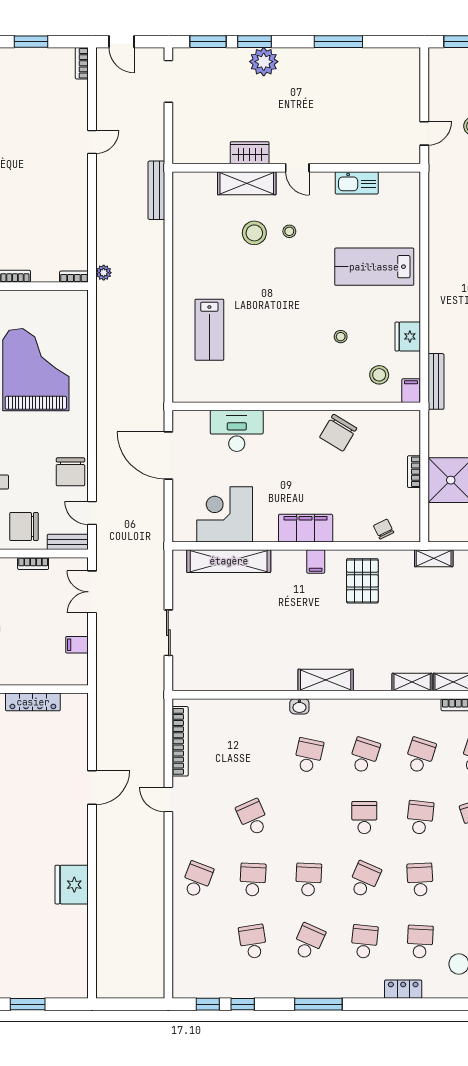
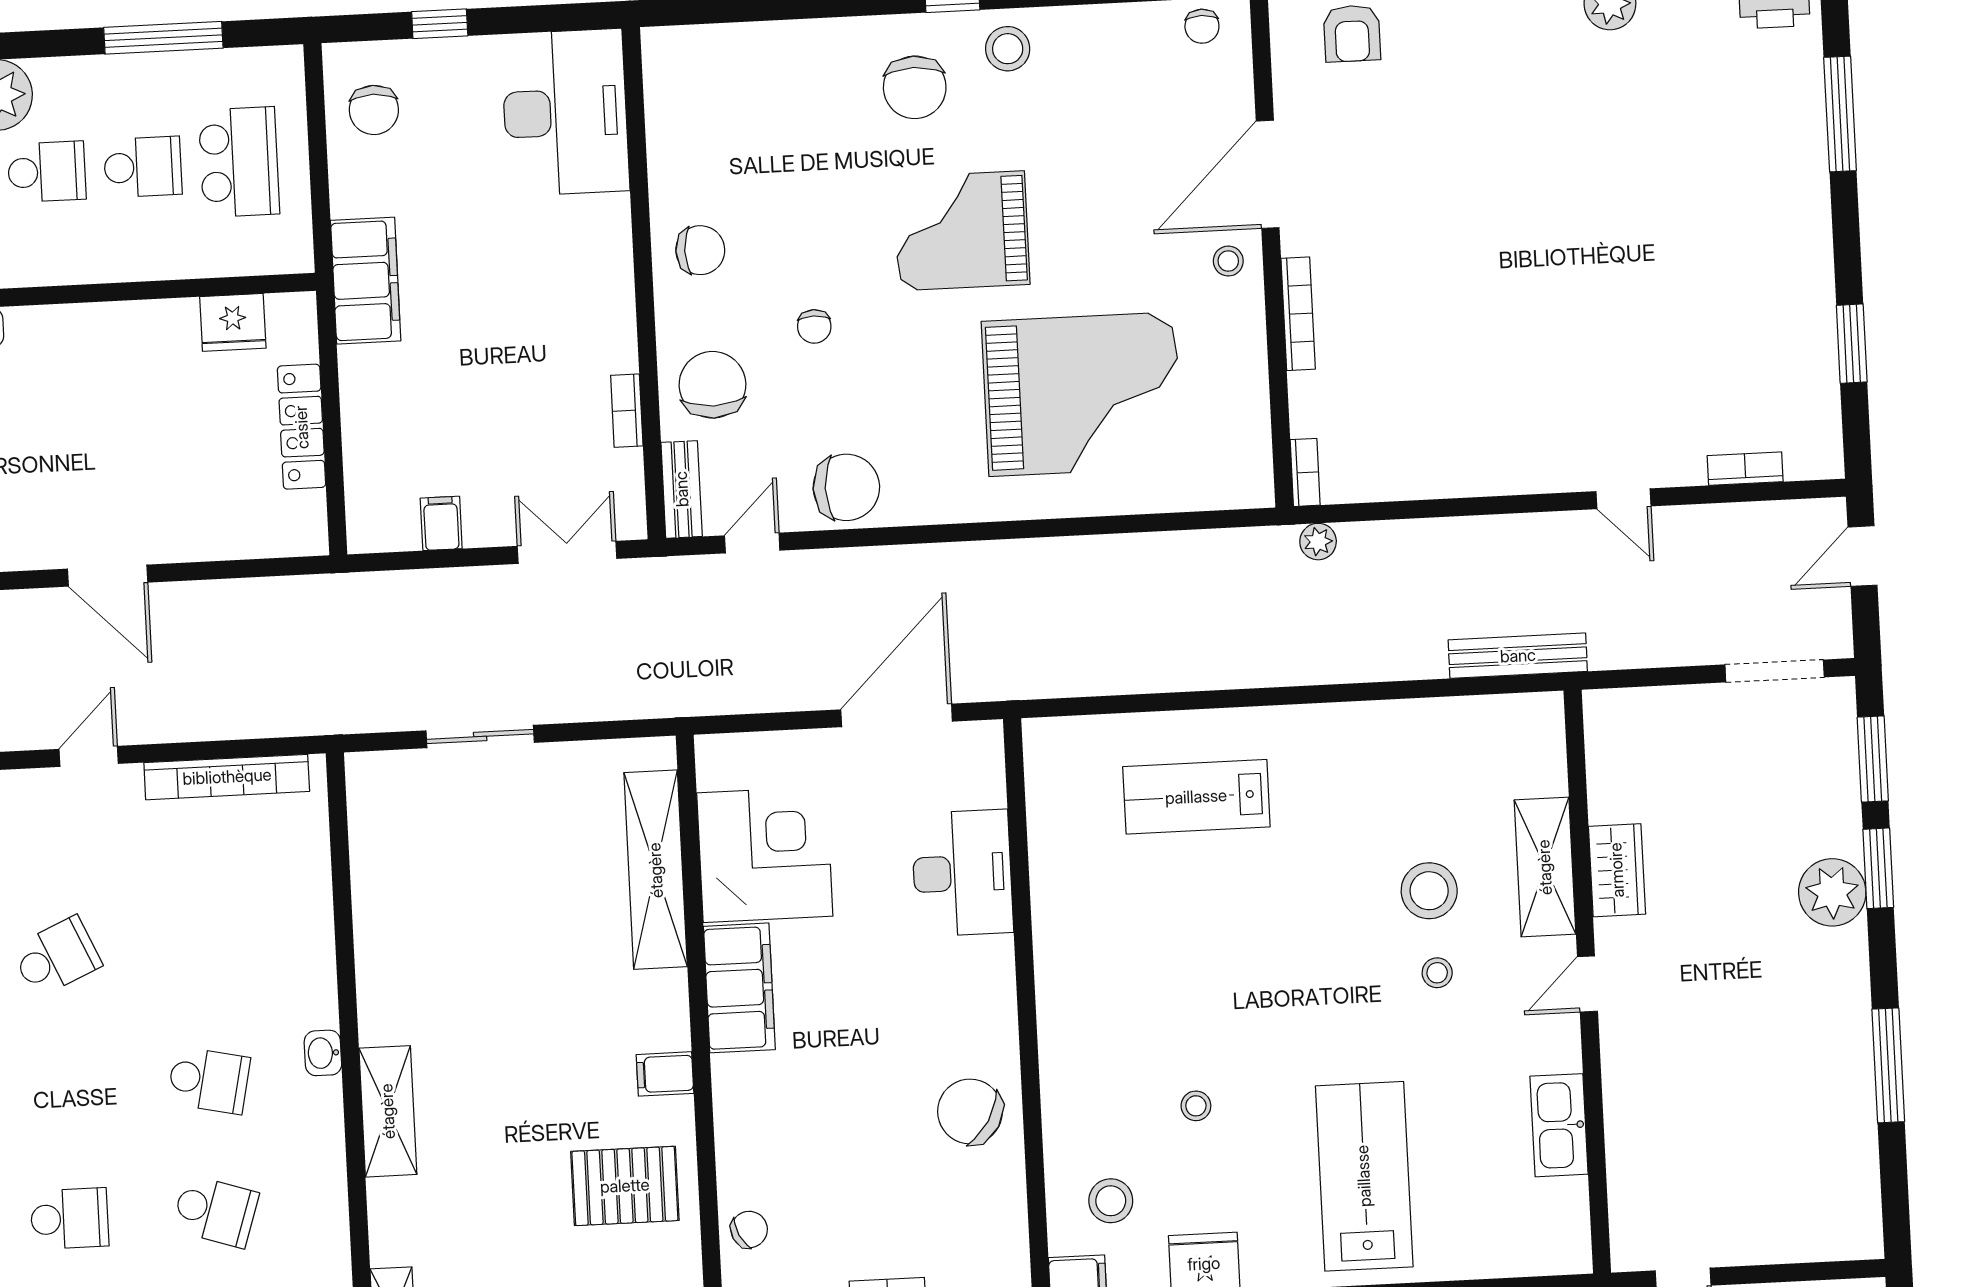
bookcase: (82, 63) -> (1745, 469), moved
chair: (70, 472) -> (846, 487), turned 180
filing cabinet: (306, 528) -> (739, 988), moved

